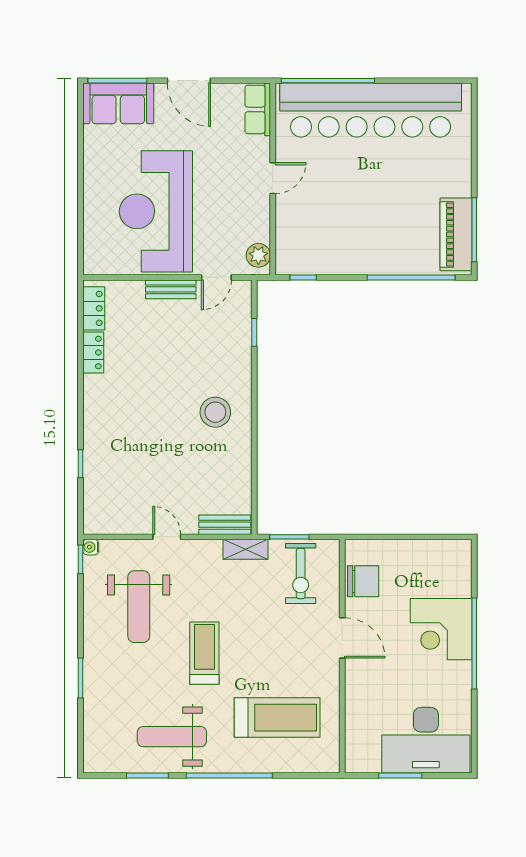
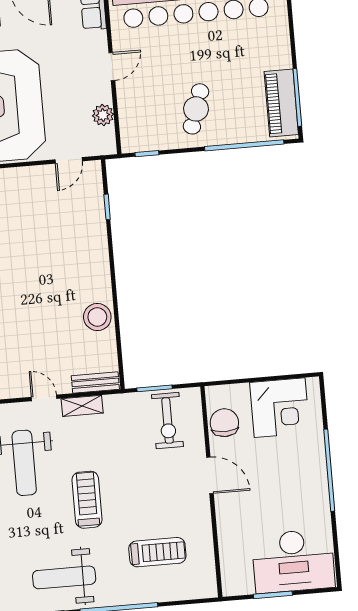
cafe table: (361, 233) -> (196, 109), added
plant: (258, 255) -> (103, 115), moved
bench: (171, 289) -> (29, 175), removed
stool: (215, 412) -> (97, 317), moved
shelving: (246, 549) -> (82, 406), moved
chair: (363, 581) -> (224, 423), turned -90
corner desk: (441, 629) -> (280, 408), moved, turned -90
treadmill: (277, 718) -> (157, 552), width x0.73, depth x0.73

